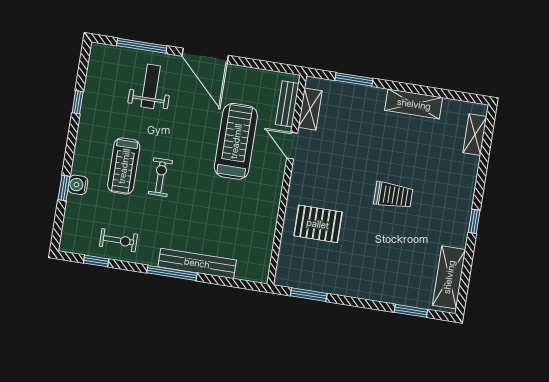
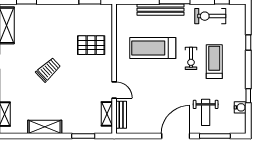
door: (205, 56) -> (176, 136), hinge flipped
treadmill: (236, 141) -> (153, 48), moved, turned 90
water cooler: (78, 185) -> (240, 107), moved
trolley: (393, 195) -> (48, 70), turned 137
exercise bike: (118, 240) -> (210, 16), width x1.38, depth x1.39

